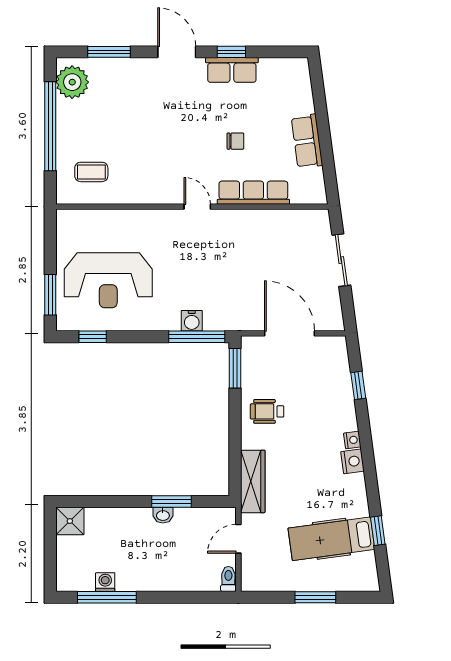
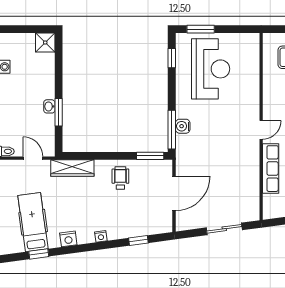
reception desk: (108, 280) -> (211, 69), turned 180
nightstand: (352, 461) -> (68, 239), moved

